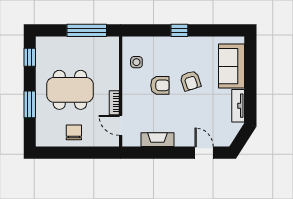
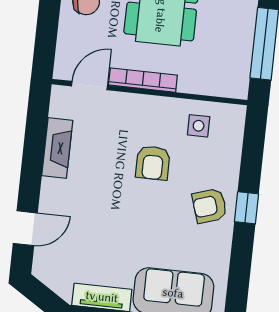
armchair: (190, 81) -> (210, 206), moved
bookcase: (114, 103) -> (143, 80), width x1.56

